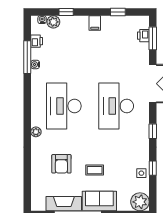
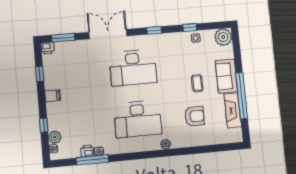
printer: (143, 36) -> (48, 48), moved
printer: (37, 41) -> (87, 151), moved

